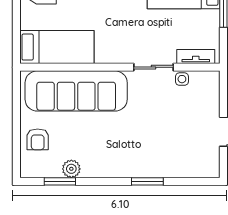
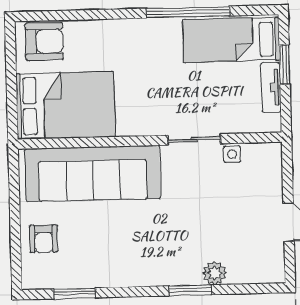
bed: (57, 47) -> (65, 105), width x1.50
tv unit: (196, 56) -> (271, 87), moved, turned -90
plant: (71, 169) -> (215, 273), moved

